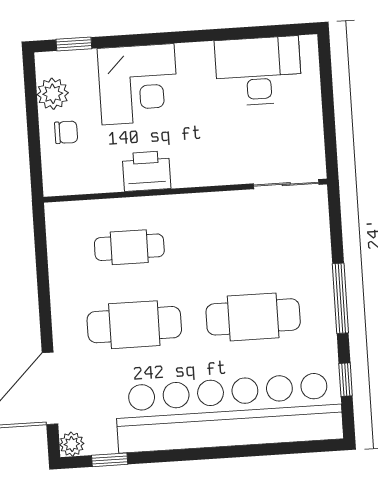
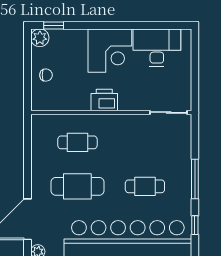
corner desk: (138, 84) -> (110, 51), moved
plant: (53, 94) -> (40, 38), moved
printer: (146, 171) -> (104, 100), moved
cafe table: (253, 317) -> (145, 186), width x0.73, depth x0.74

